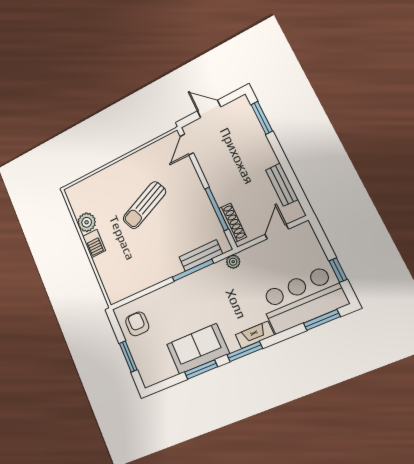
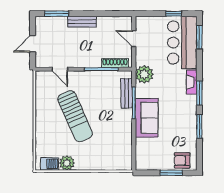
door: (187, 145) -> (60, 69), moved
bench: (282, 185) -> (82, 22), moved
sun lounger: (144, 205) -> (75, 116), width x1.36, depth x1.34
barbecue: (94, 243) -> (50, 164), moved
plant: (233, 262) -> (144, 74), width x1.88, depth x1.88
armchair: (137, 324) -> (182, 160), moved
sofa: (198, 349) -> (147, 118), moved, turned 180

